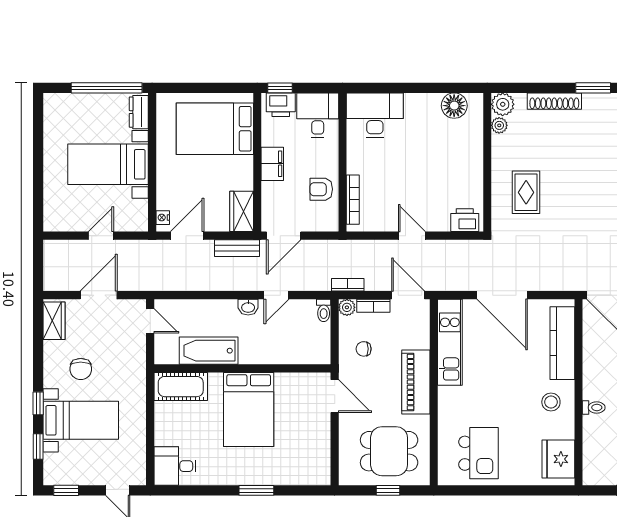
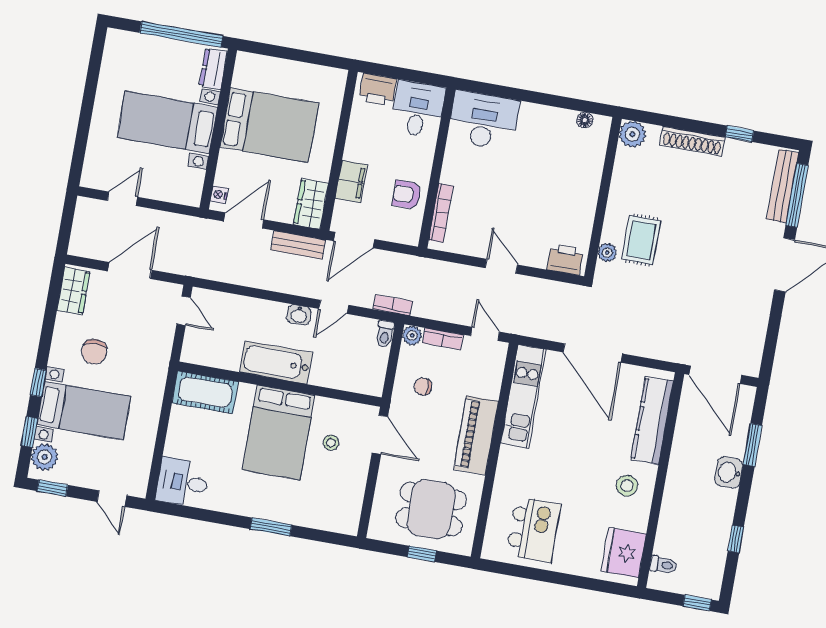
window: (280, 88) -> (380, 70), removed
window: (593, 88) -> (739, 134), width x0.67
floor lamp: (454, 106) -> (585, 120), width x0.53, depth x0.53
plant: (499, 125) -> (607, 253), moved
bed: (215, 129) -> (269, 125), moved, turned 180
filing cabinet: (272, 164) -> (351, 181), moved
door: (101, 236) -> (122, 199), moved
bookcase: (348, 285) -> (393, 305), moved
door: (408, 295) -> (485, 334), width x0.73
bathtub: (209, 351) -> (276, 362), moved
toilet: (594, 407) -> (663, 565), moved
stool: (295, 410) -> (331, 443), added
plant: (55, 465) -> (45, 457), added

